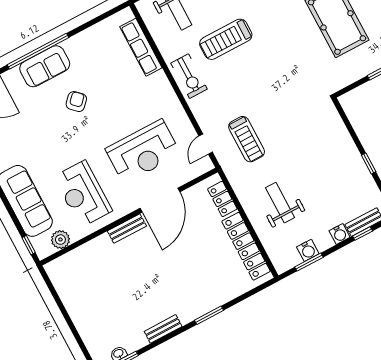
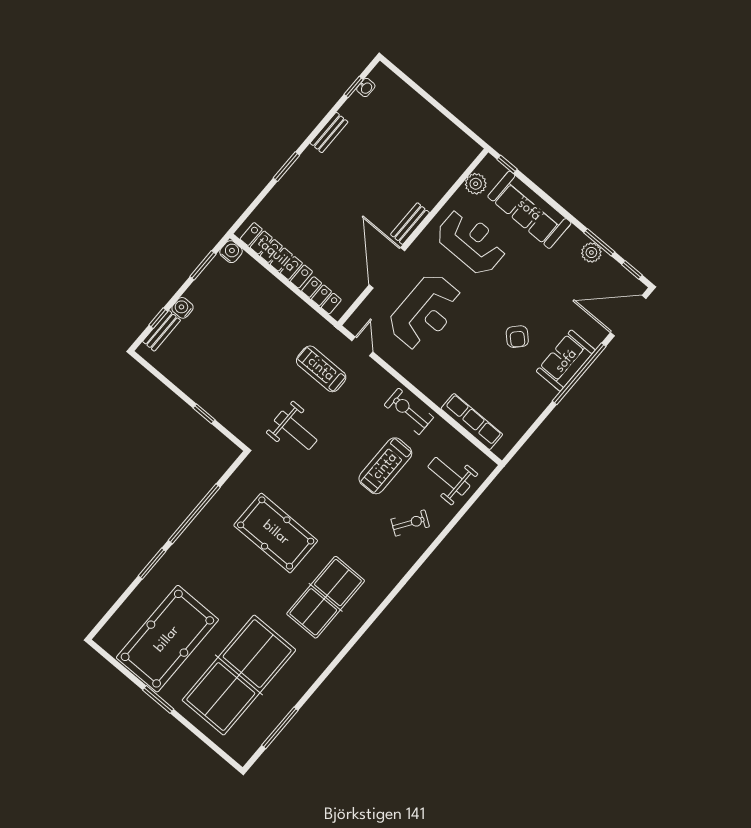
treadmill: (226, 39) -> (385, 466), turned 180
reception desk: (143, 152) -> (425, 312), turned 180
window: (369, 163) -> (204, 414), moved
weight bench: (280, 203) -> (296, 430), moved
water cooler: (308, 250) -> (231, 252), moved, turned 90

